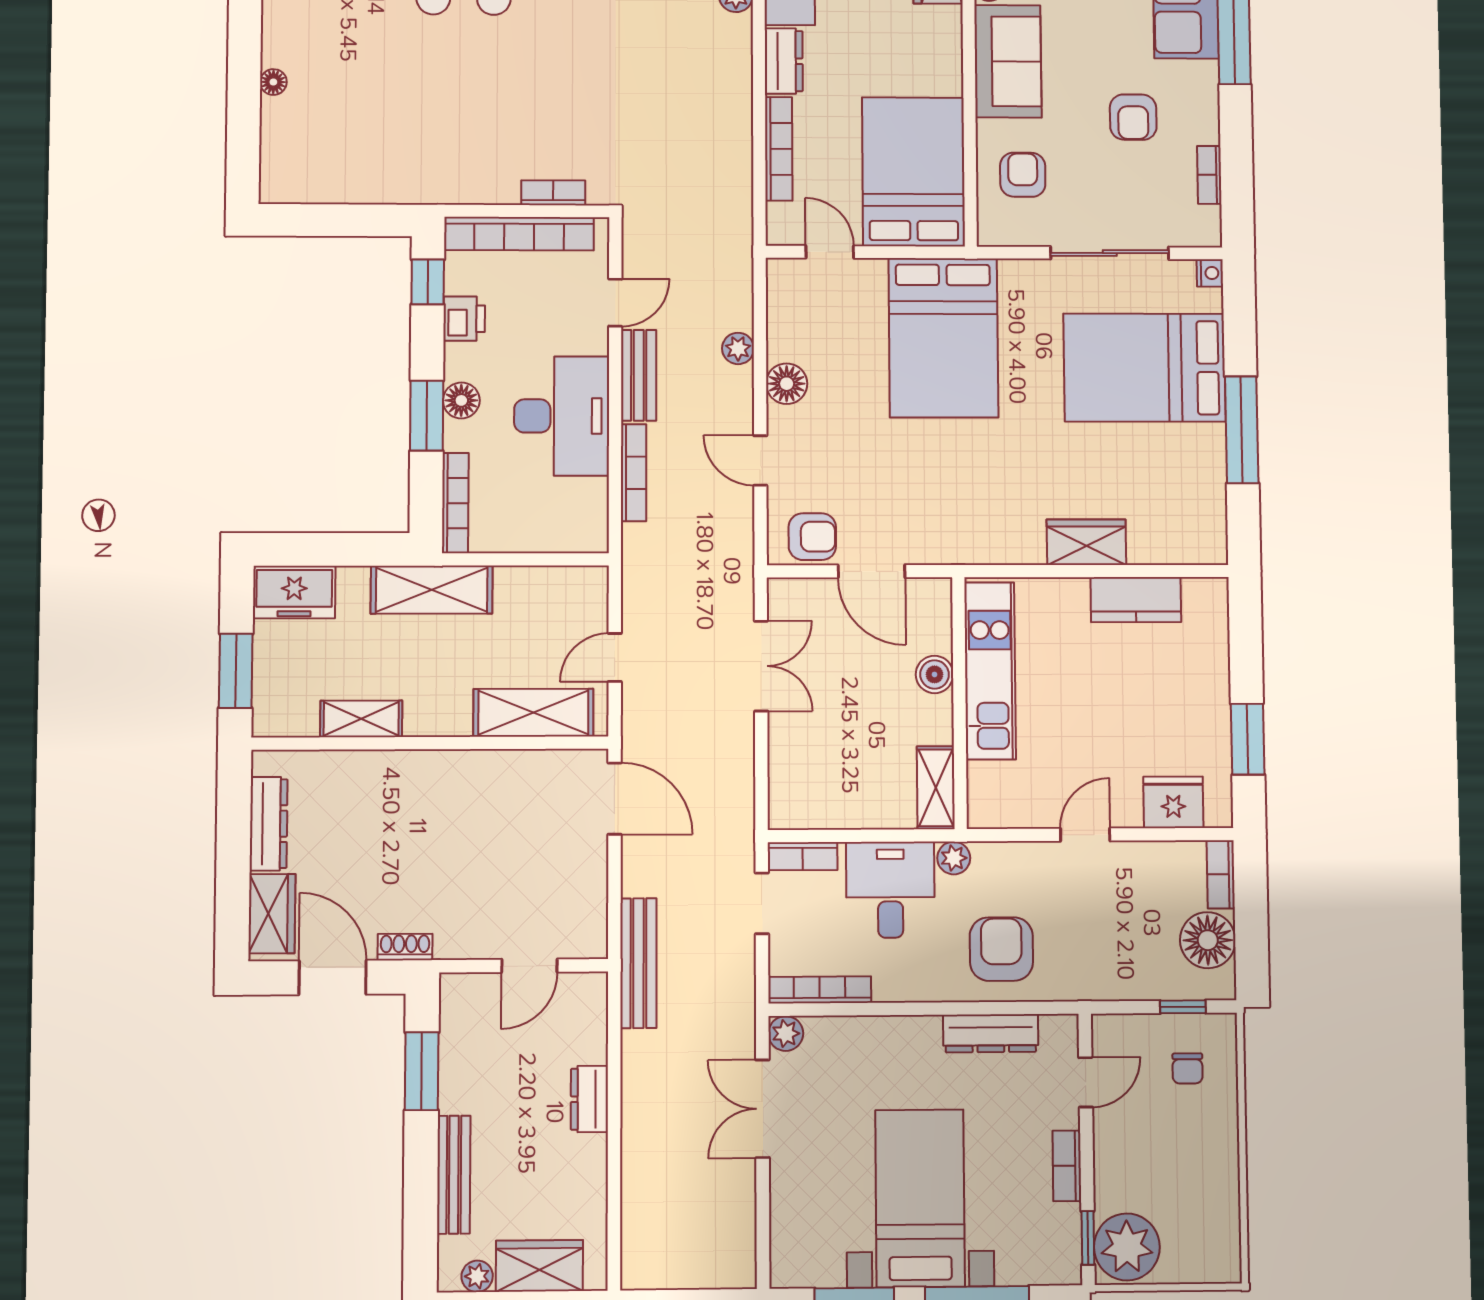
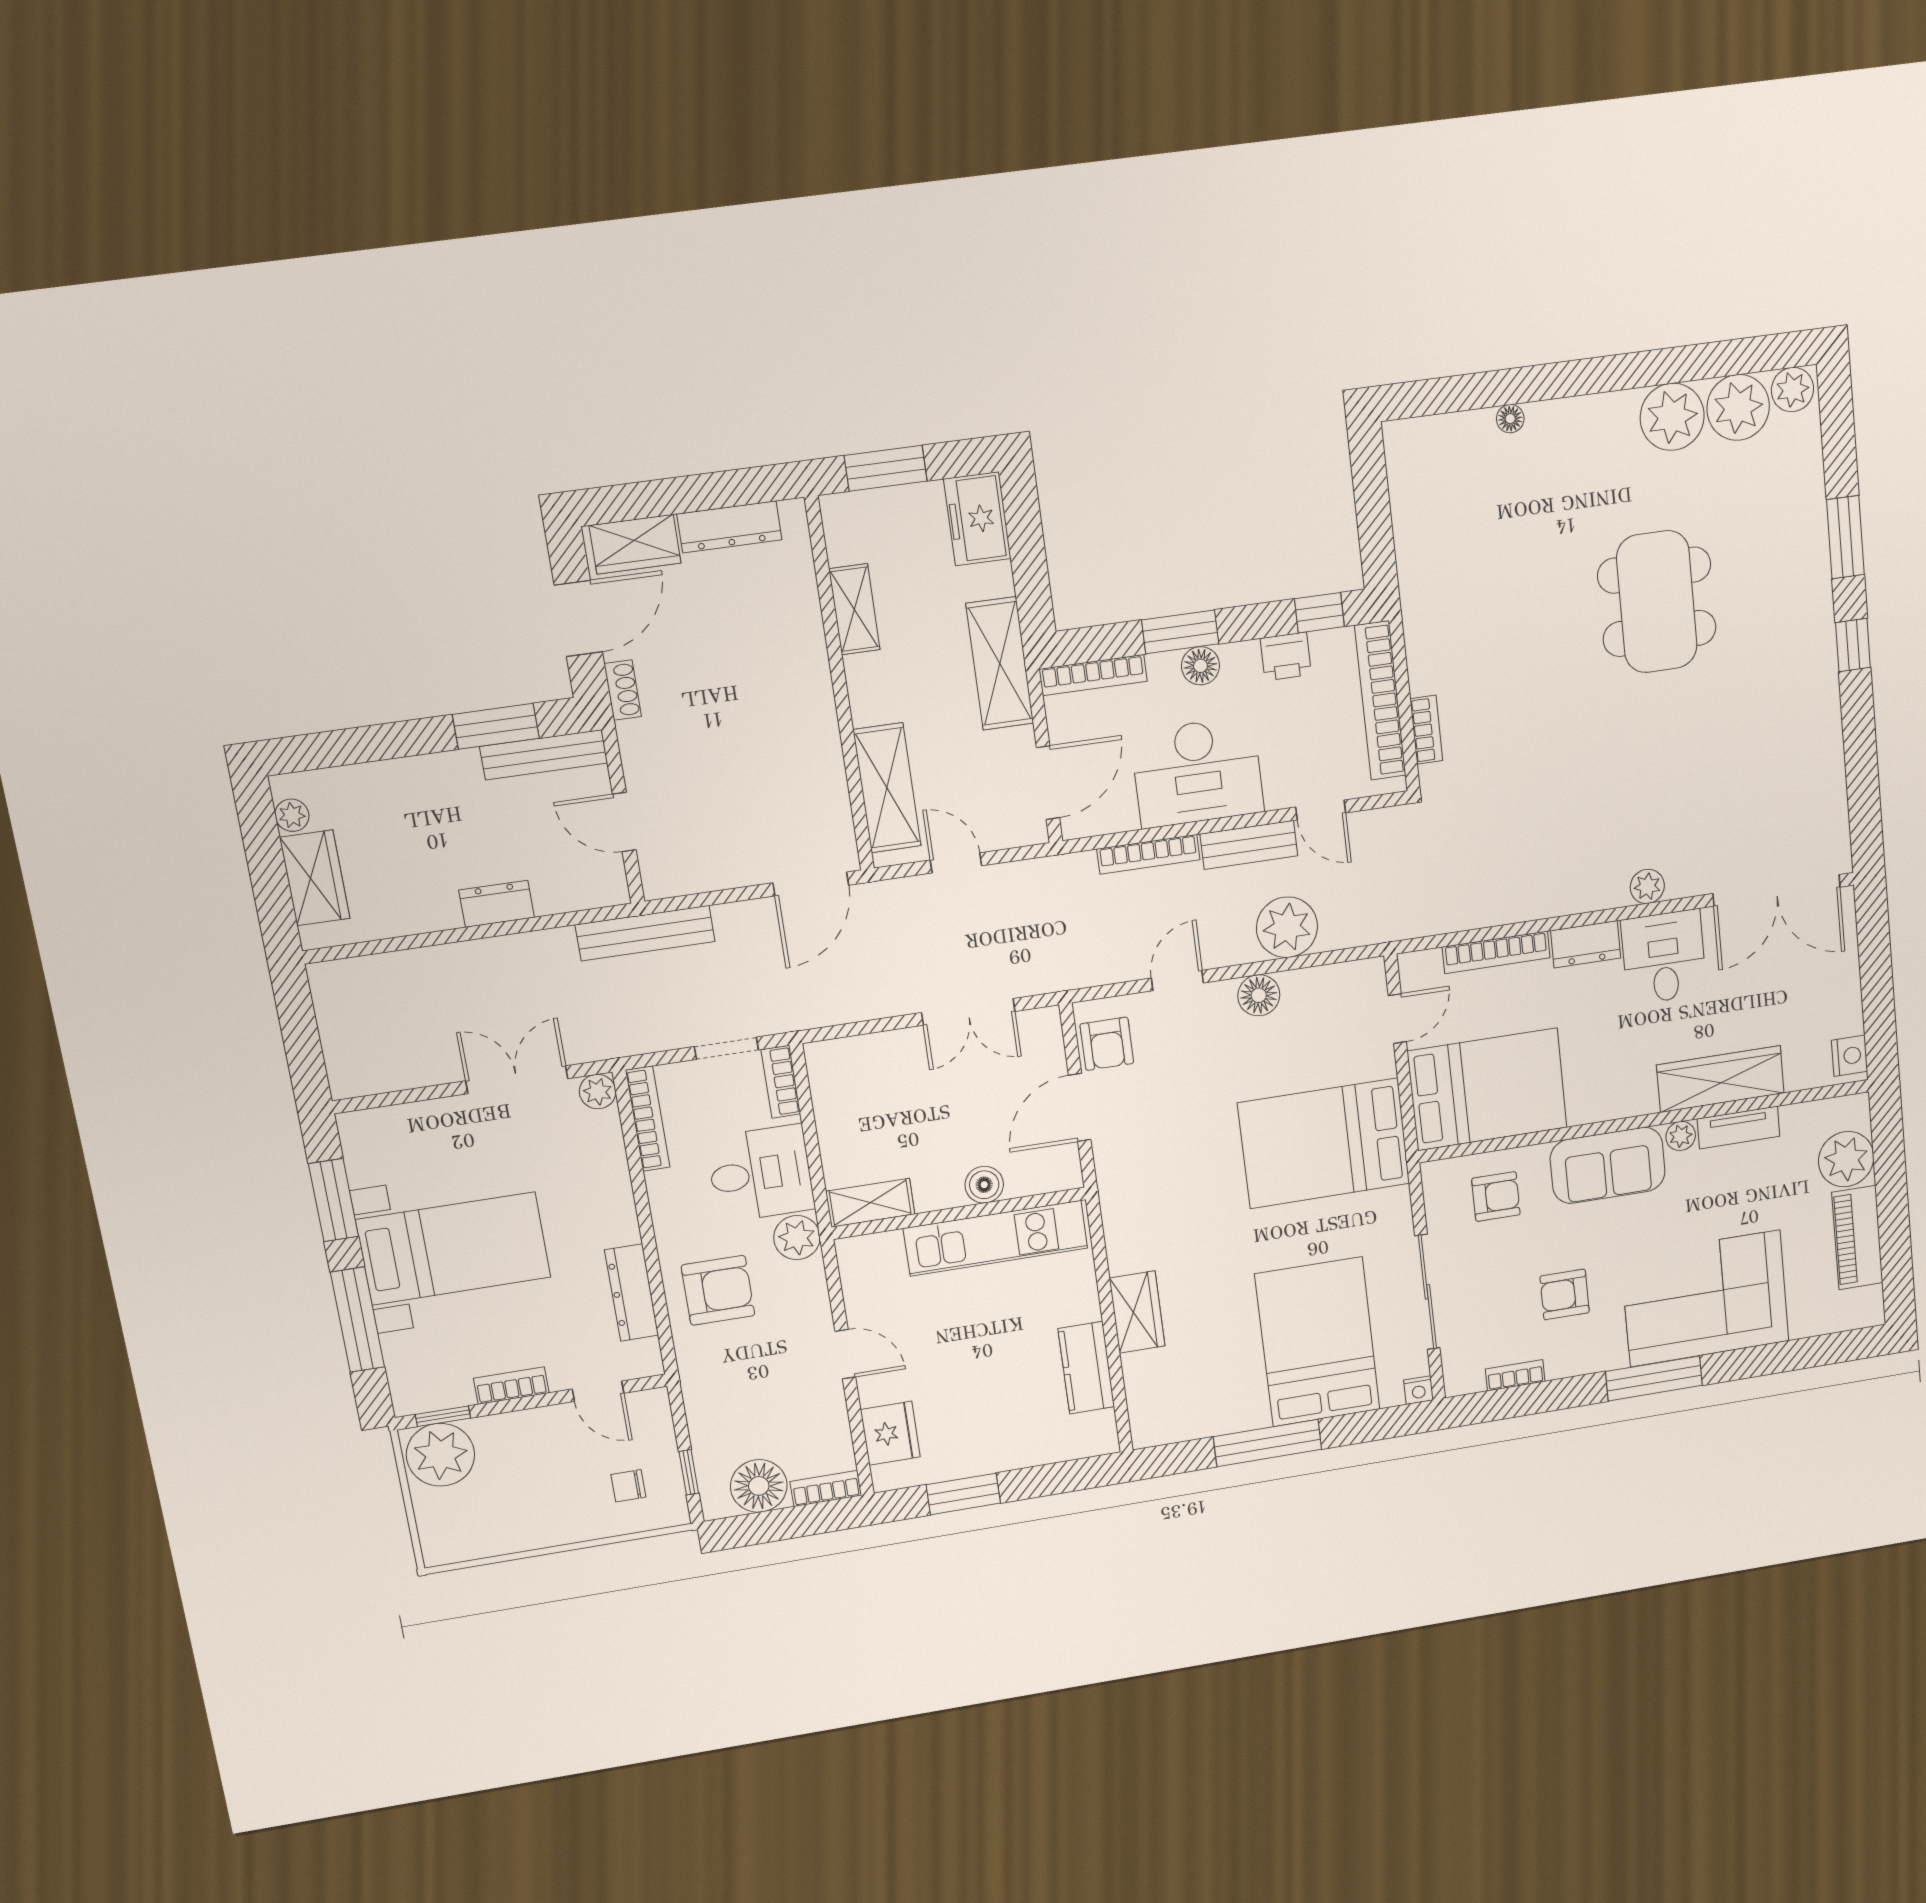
plant: (738, 348) -> (1287, 927), width x1.88, depth x1.88
door: (551, 559) -> (1048, 783), added
plant: (954, 858) -> (797, 1238), width x1.38, depth x1.38
bench: (454, 1175) -> (544, 755), moved

